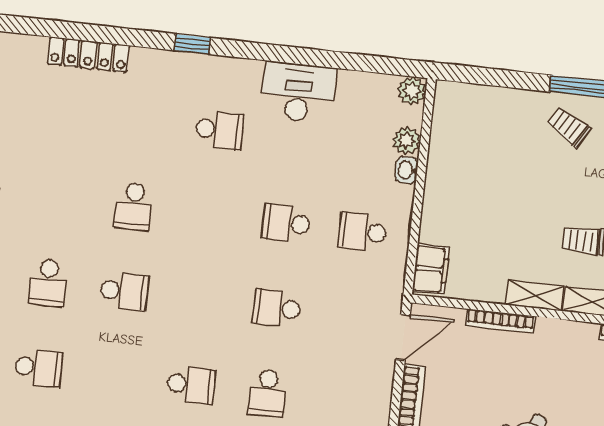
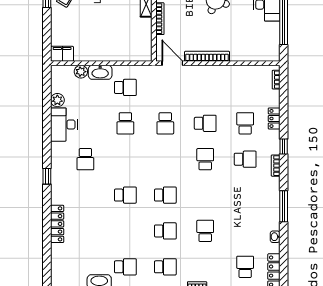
plant: (412, 91) -> (57, 100), moved
school desk: (219, 130) -> (85, 159), turned 180
washbasin: (407, 170) -> (100, 72), width x1.91, depth x1.45
school desk: (363, 232) -> (125, 87), turned -90
filing cabinet: (431, 269) -> (62, 54), moved
school desk: (124, 291) -> (165, 195), turned 90

